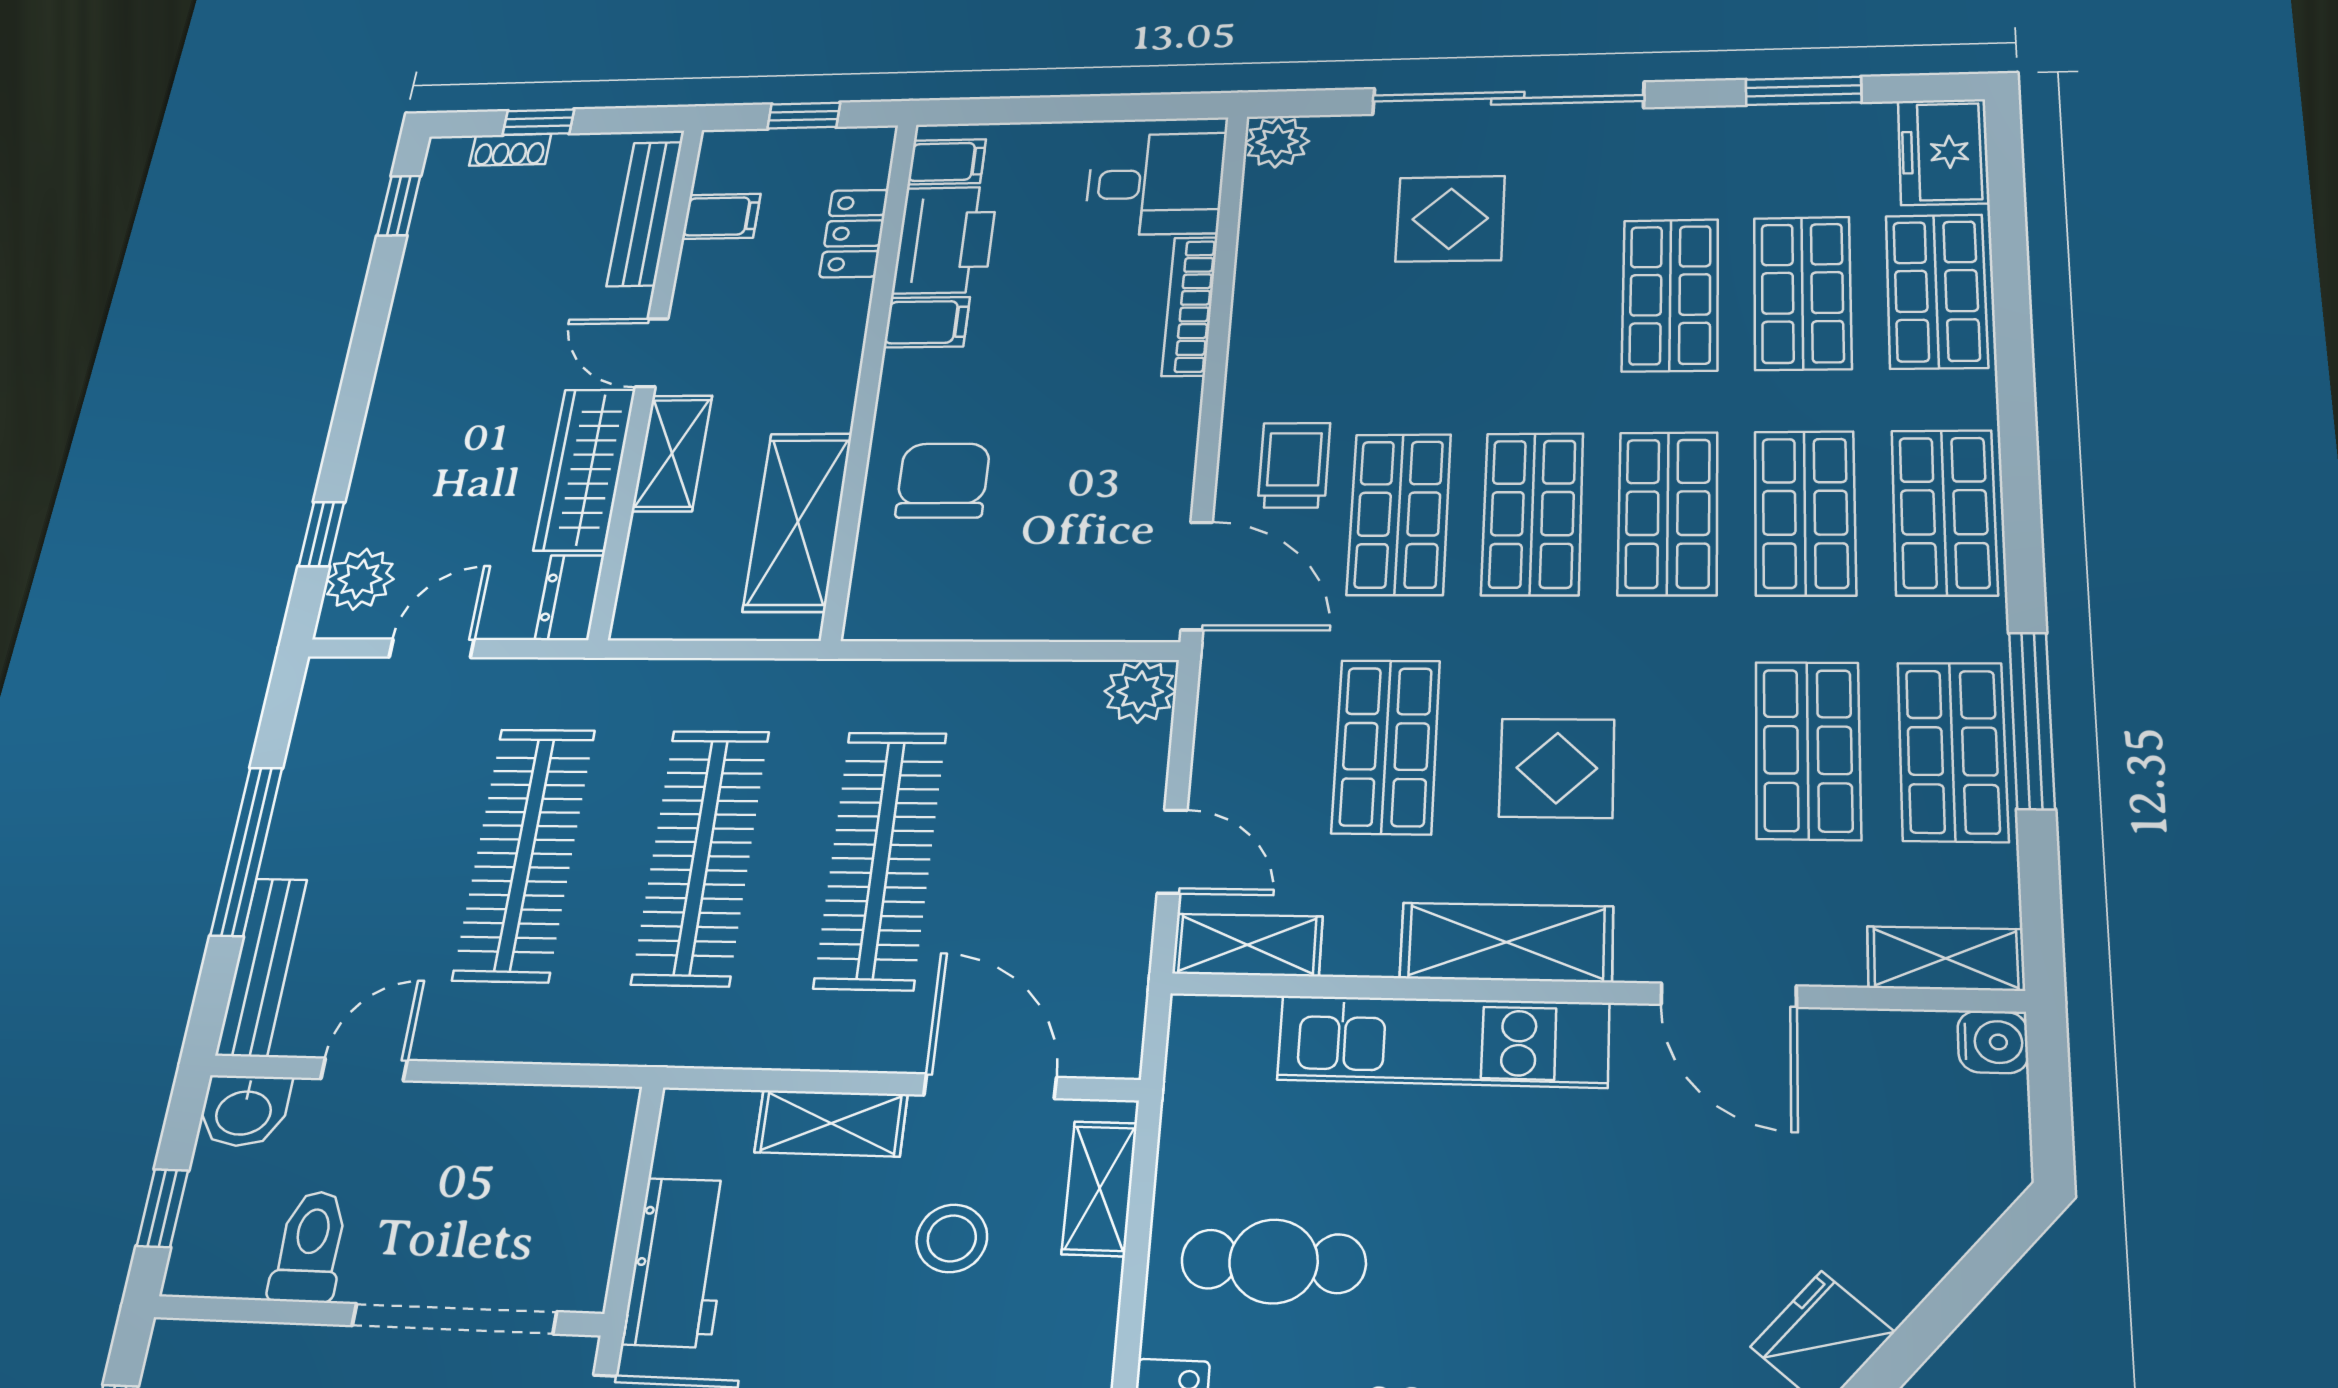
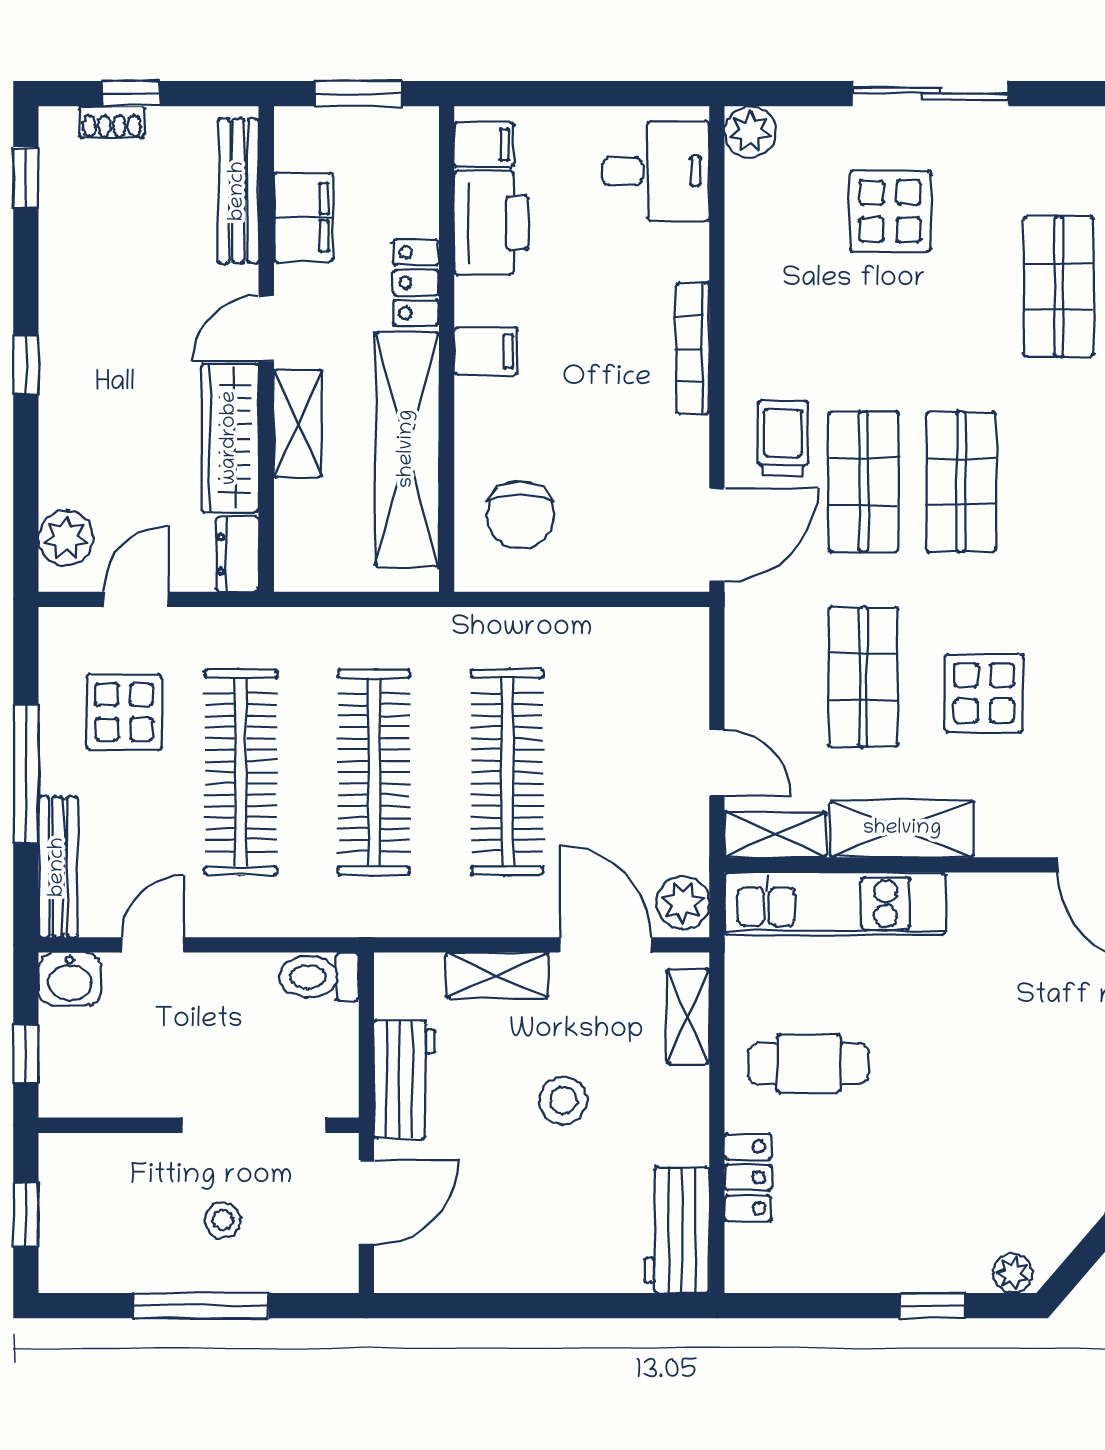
sliding door: (1508, 98) -> (931, 94), width x0.73
window: (804, 116) -> (358, 94), width x1.50
filing cabinet: (721, 216) -> (303, 217), width x2.00
locker: (854, 233) -> (416, 283), moved
bookcase: (1190, 306) -> (693, 348), moved
filing cabinet: (927, 322) -> (486, 351), moved
door: (652, 353) -> (266, 328), hinge flipped
chair: (943, 481) -> (520, 515), moved, turned 180
shop shelf: (1668, 513) -> (1059, 482), removed
shelving: (798, 522) -> (407, 449), width x1.47
window: (321, 534) -> (26, 365), moved
door: (1197, 576) -> (717, 535), hinge flipped
plant: (1140, 691) -> (683, 903), moved
display table: (389, 779) -> (124, 712), added
shelving: (1507, 942) -> (902, 829), moved
kitchen unit: (1443, 1041) -> (835, 903), moved
stool: (952, 1238) -> (563, 1100), moved
toilet: (310, 1247) -> (319, 977), moved, turned -90

